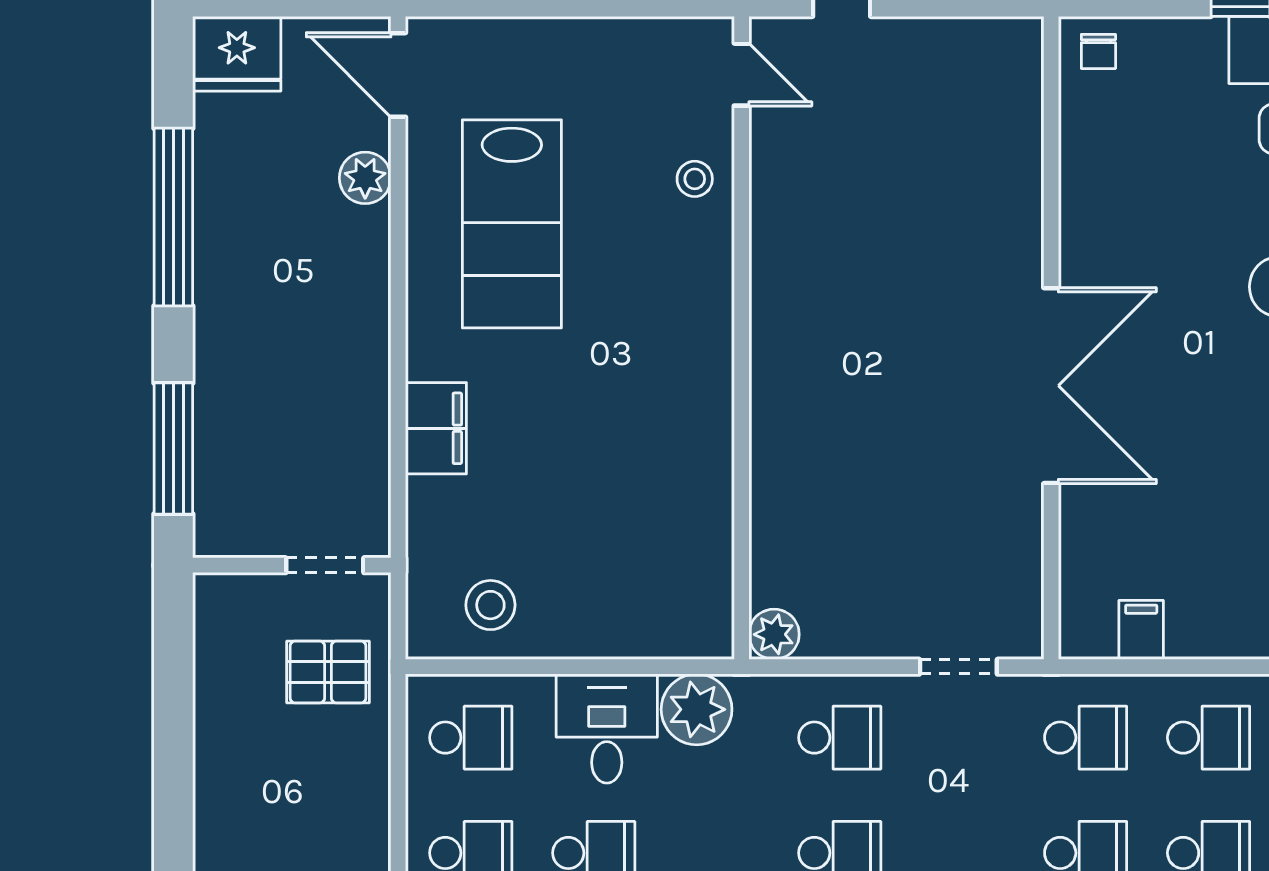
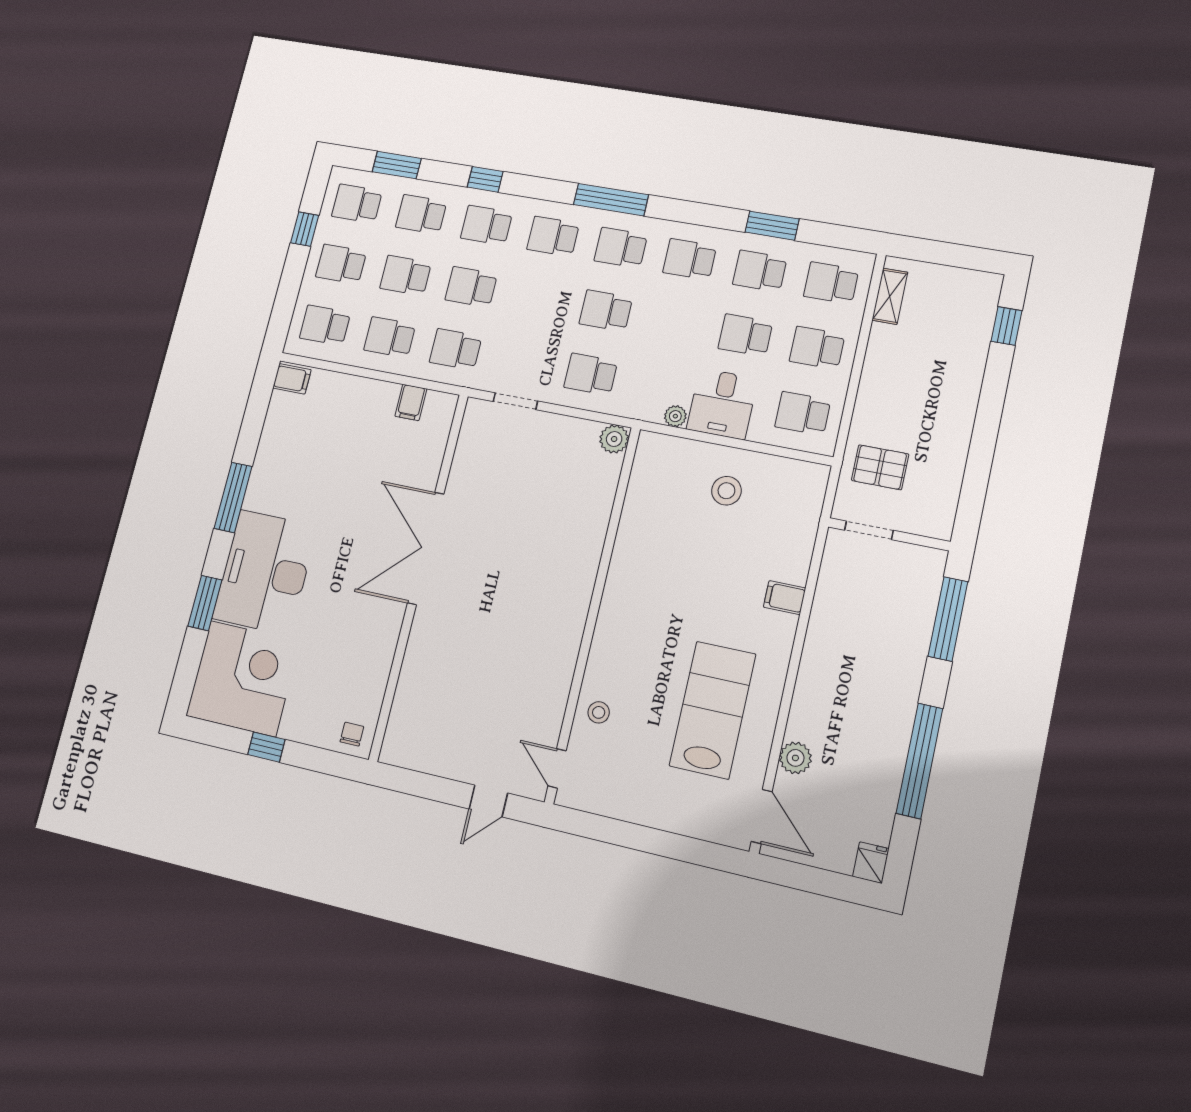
fridge: (237, 54) -> (871, 863), width x0.53, depth x0.75
filing cabinet: (436, 428) -> (785, 598), width x0.50
stool: (490, 605) -> (726, 491), moved
plant: (697, 709) -> (675, 416), width x0.53, depth x0.53

